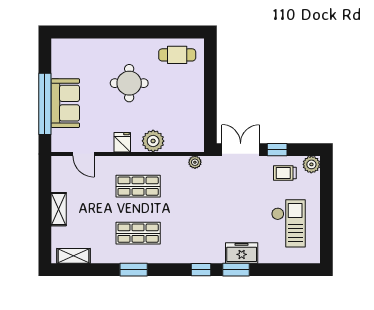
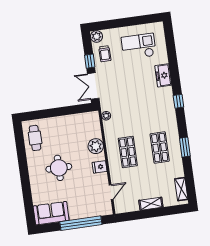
sofa: (65, 103) -> (51, 213), moved
window: (236, 270) -> (175, 78), removed

